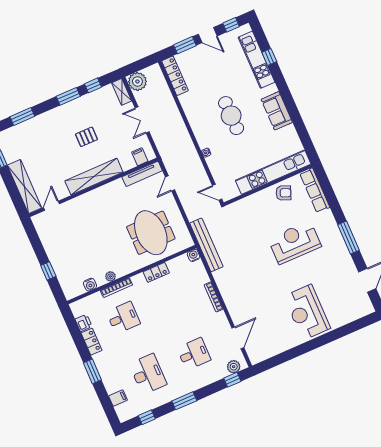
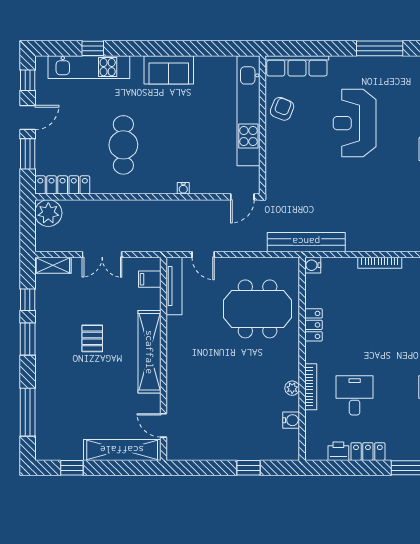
plant: (137, 81) -> (48, 213), moved
window: (22, 116) -> (28, 412), width x1.44
cafe table: (231, 116) -> (123, 145), moved, turned 90

